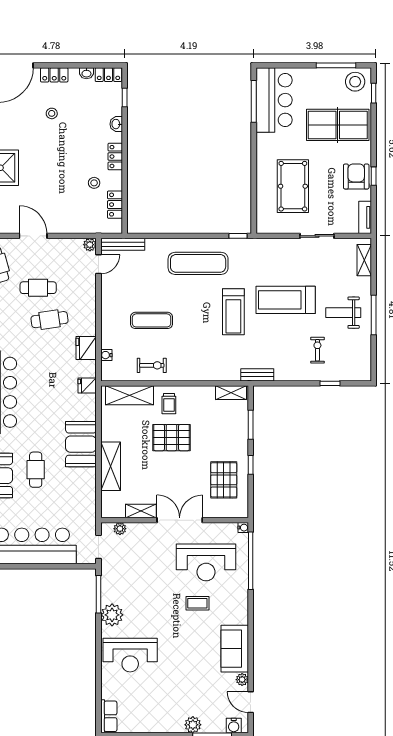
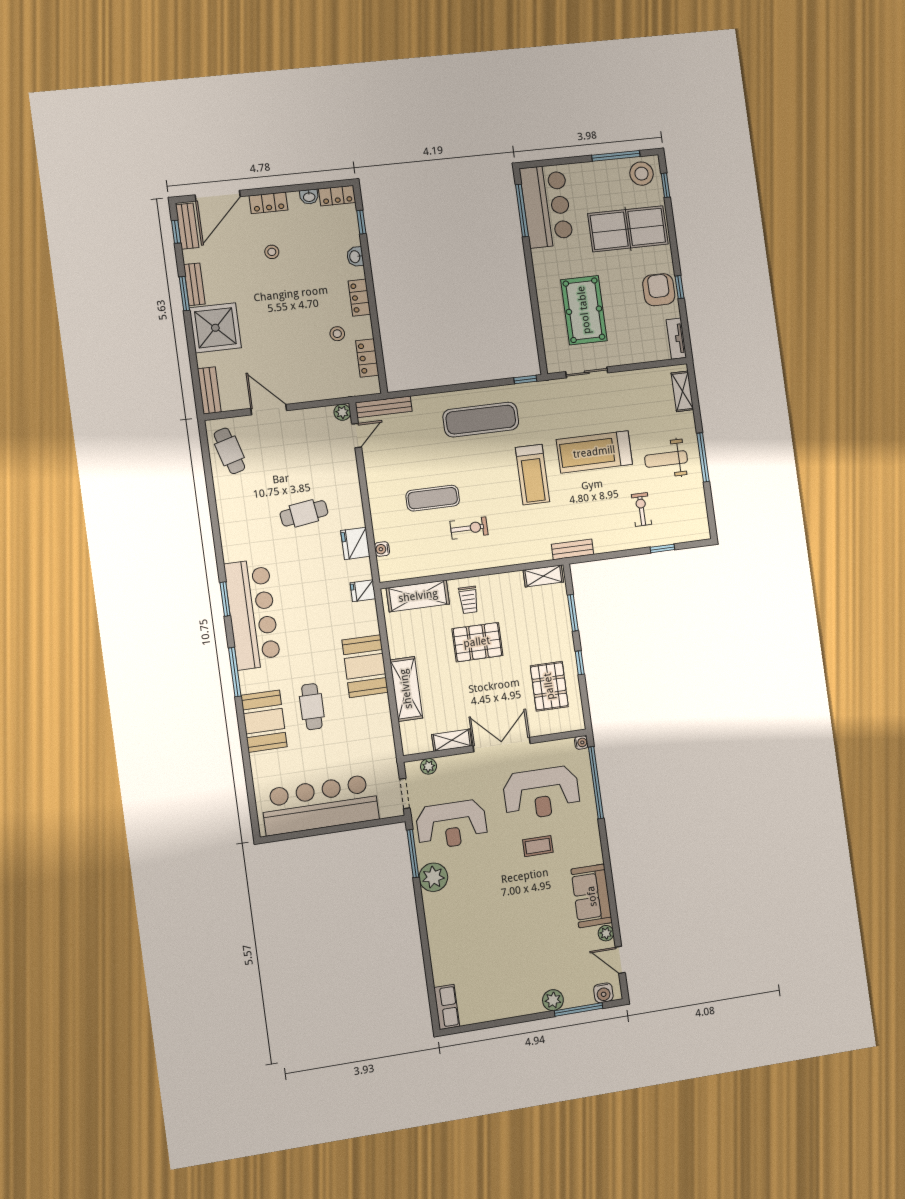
sliding door: (317, 236) -> (587, 372), moved
cafe table: (38, 288) -> (284, 475), removed
exercise bike: (152, 365) -> (469, 528), moved
reception desk: (130, 655) -> (452, 825), moved

